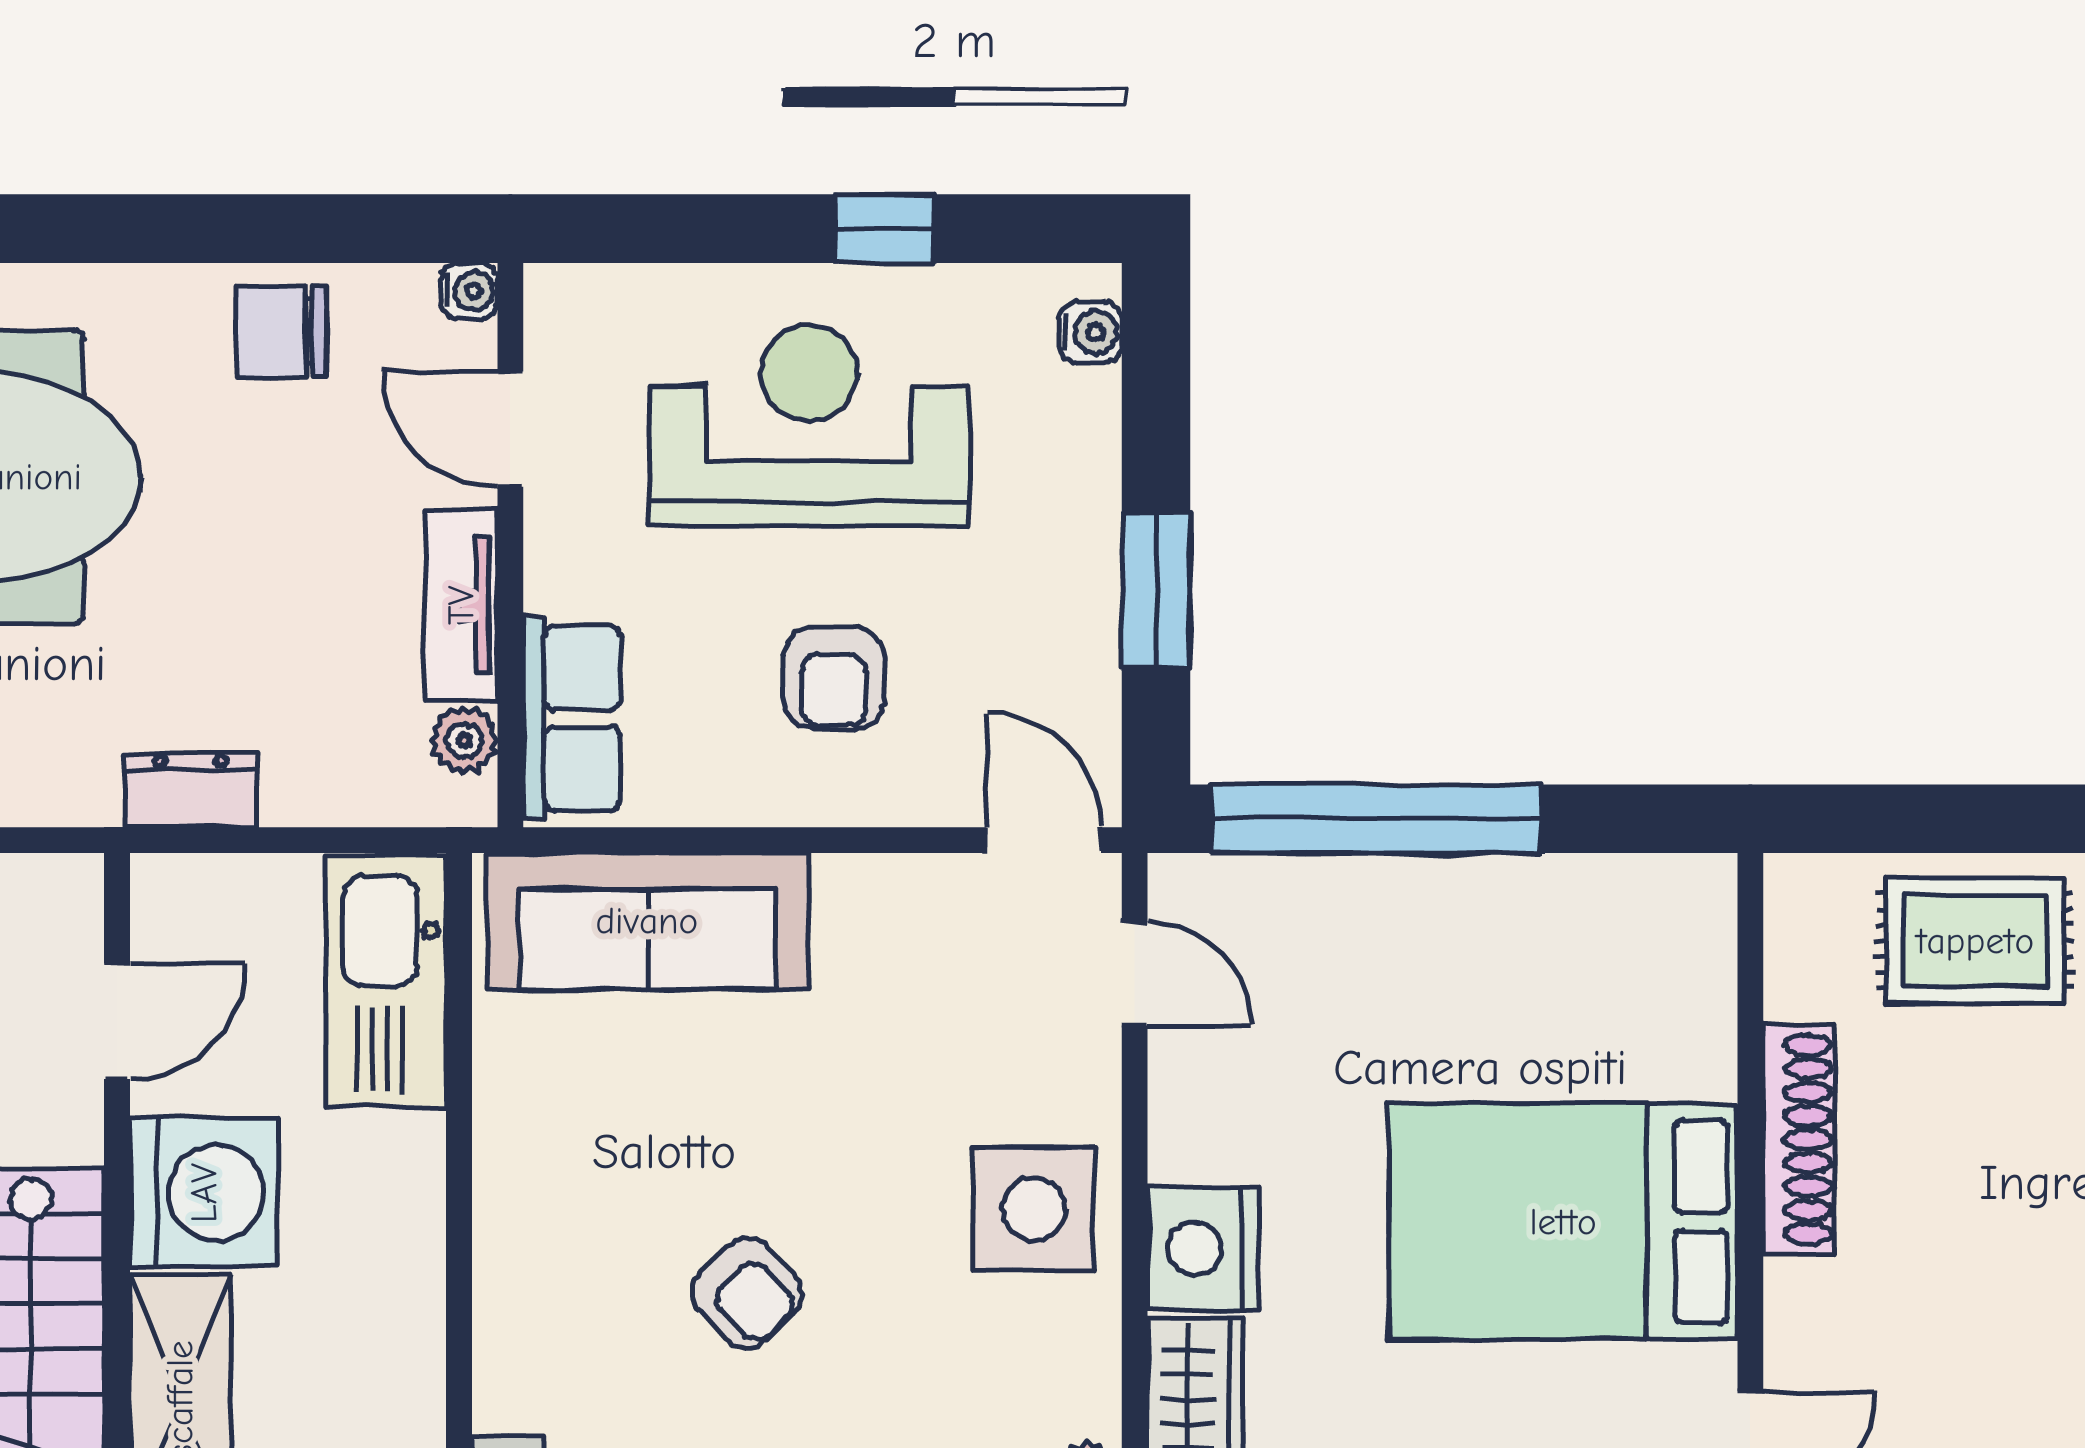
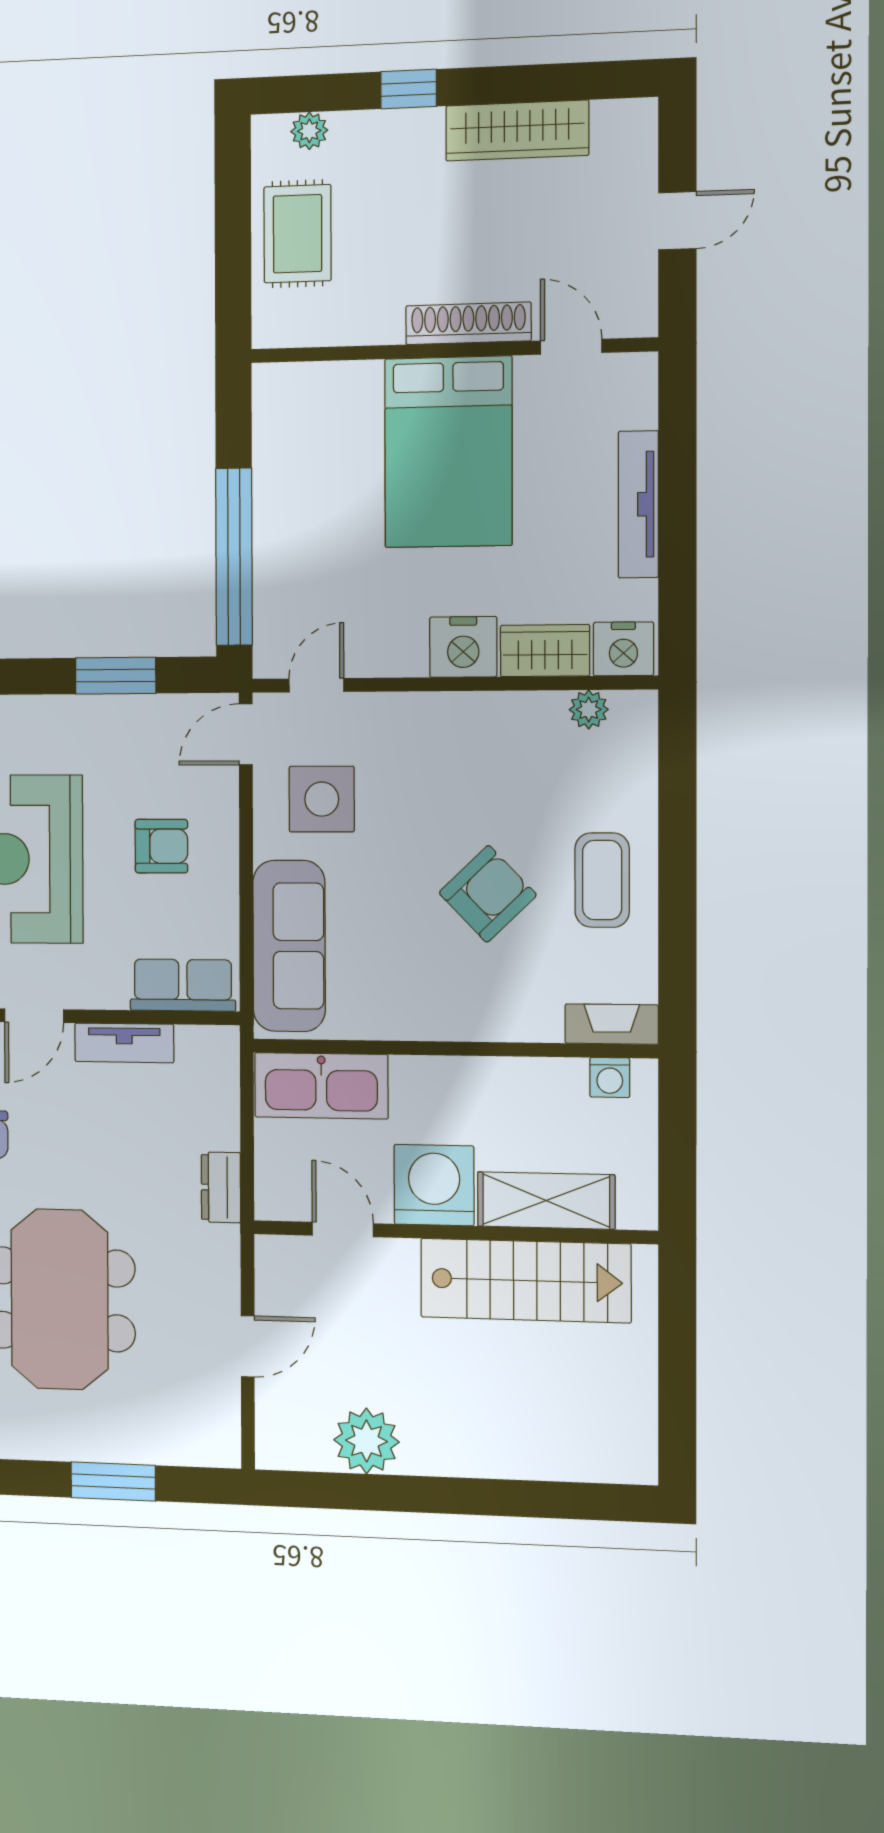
plant: (464, 740) -> (195, 1042), removed
shoe rack: (1799, 1139) -> (468, 323), moved
side table: (1034, 1209) -> (322, 799), moved
armchair: (747, 1293) -> (488, 894), width x1.38, depth x1.38

